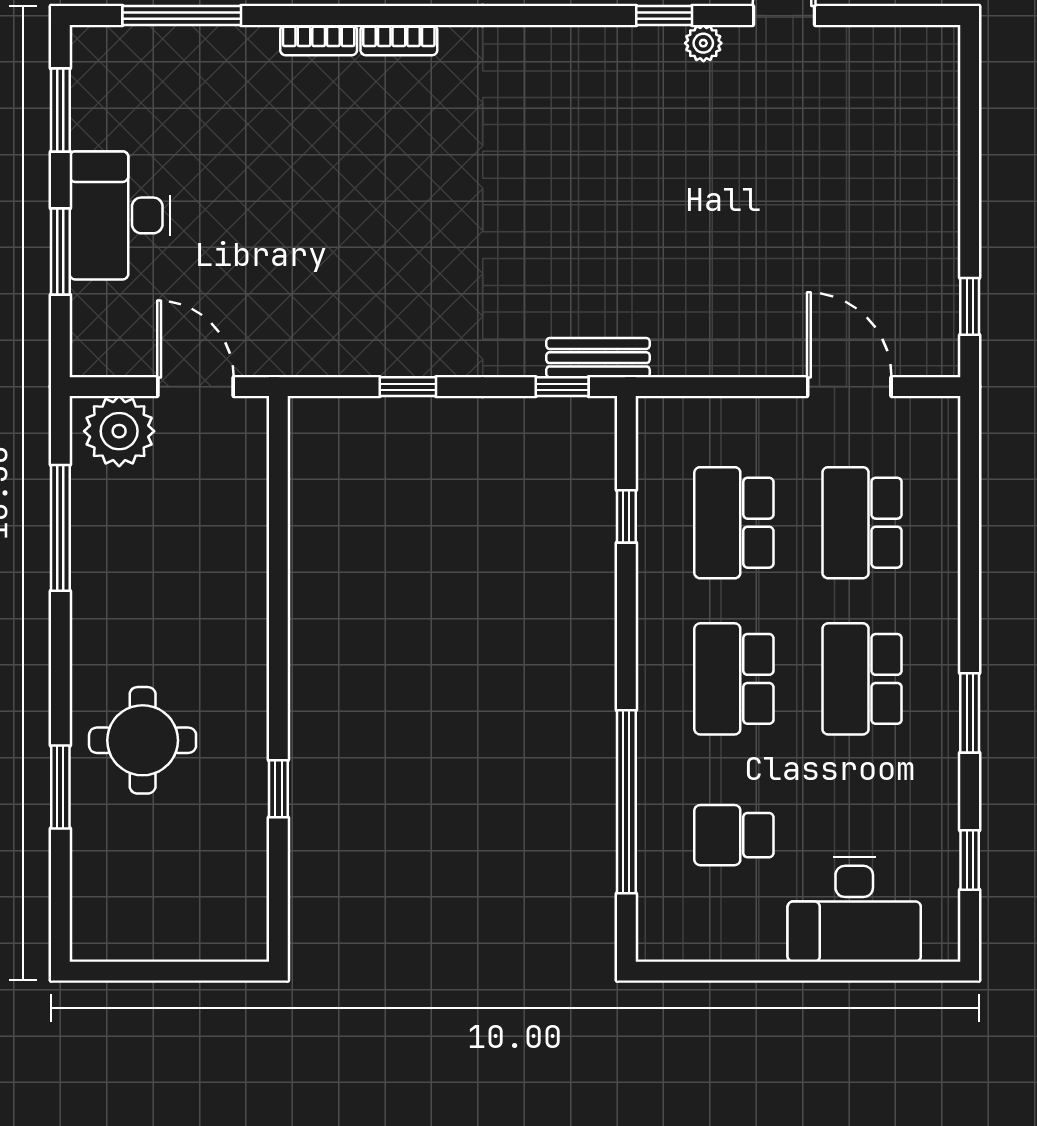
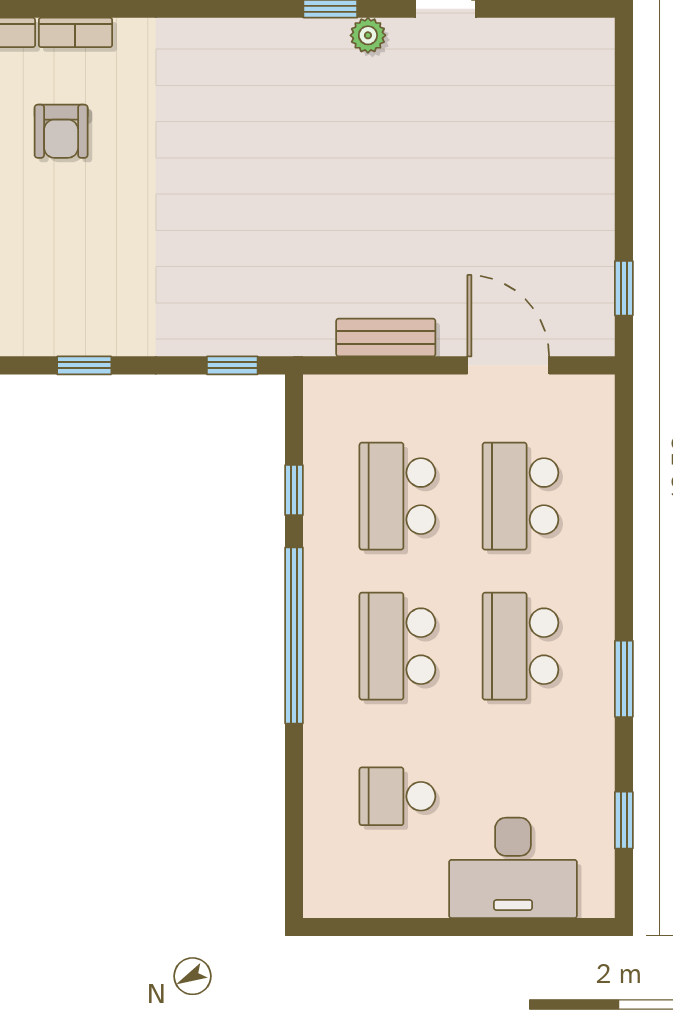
armchair: (384, 143) -> (61, 131), added
bench: (598, 358) -> (386, 338), moved
window: (626, 802) -> (294, 635), moved

